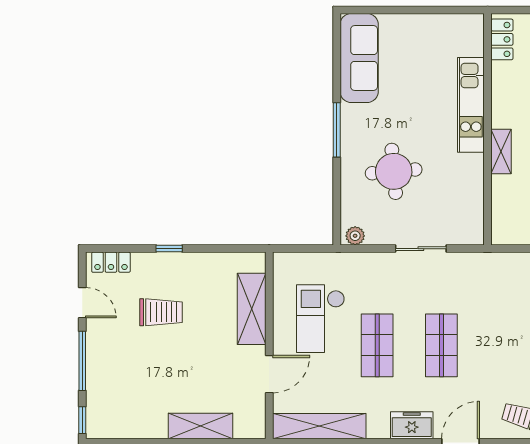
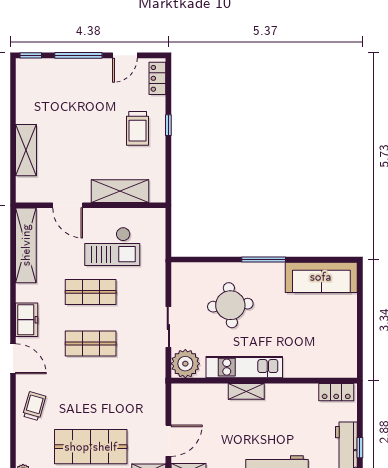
kitchen unit: (471, 105) -> (244, 367), moved
plant: (355, 236) -> (185, 364), moved, width x1.87, depth x1.87
trolley: (161, 312) -> (138, 128), moved
checkout: (320, 319) -> (112, 246), turned 180

